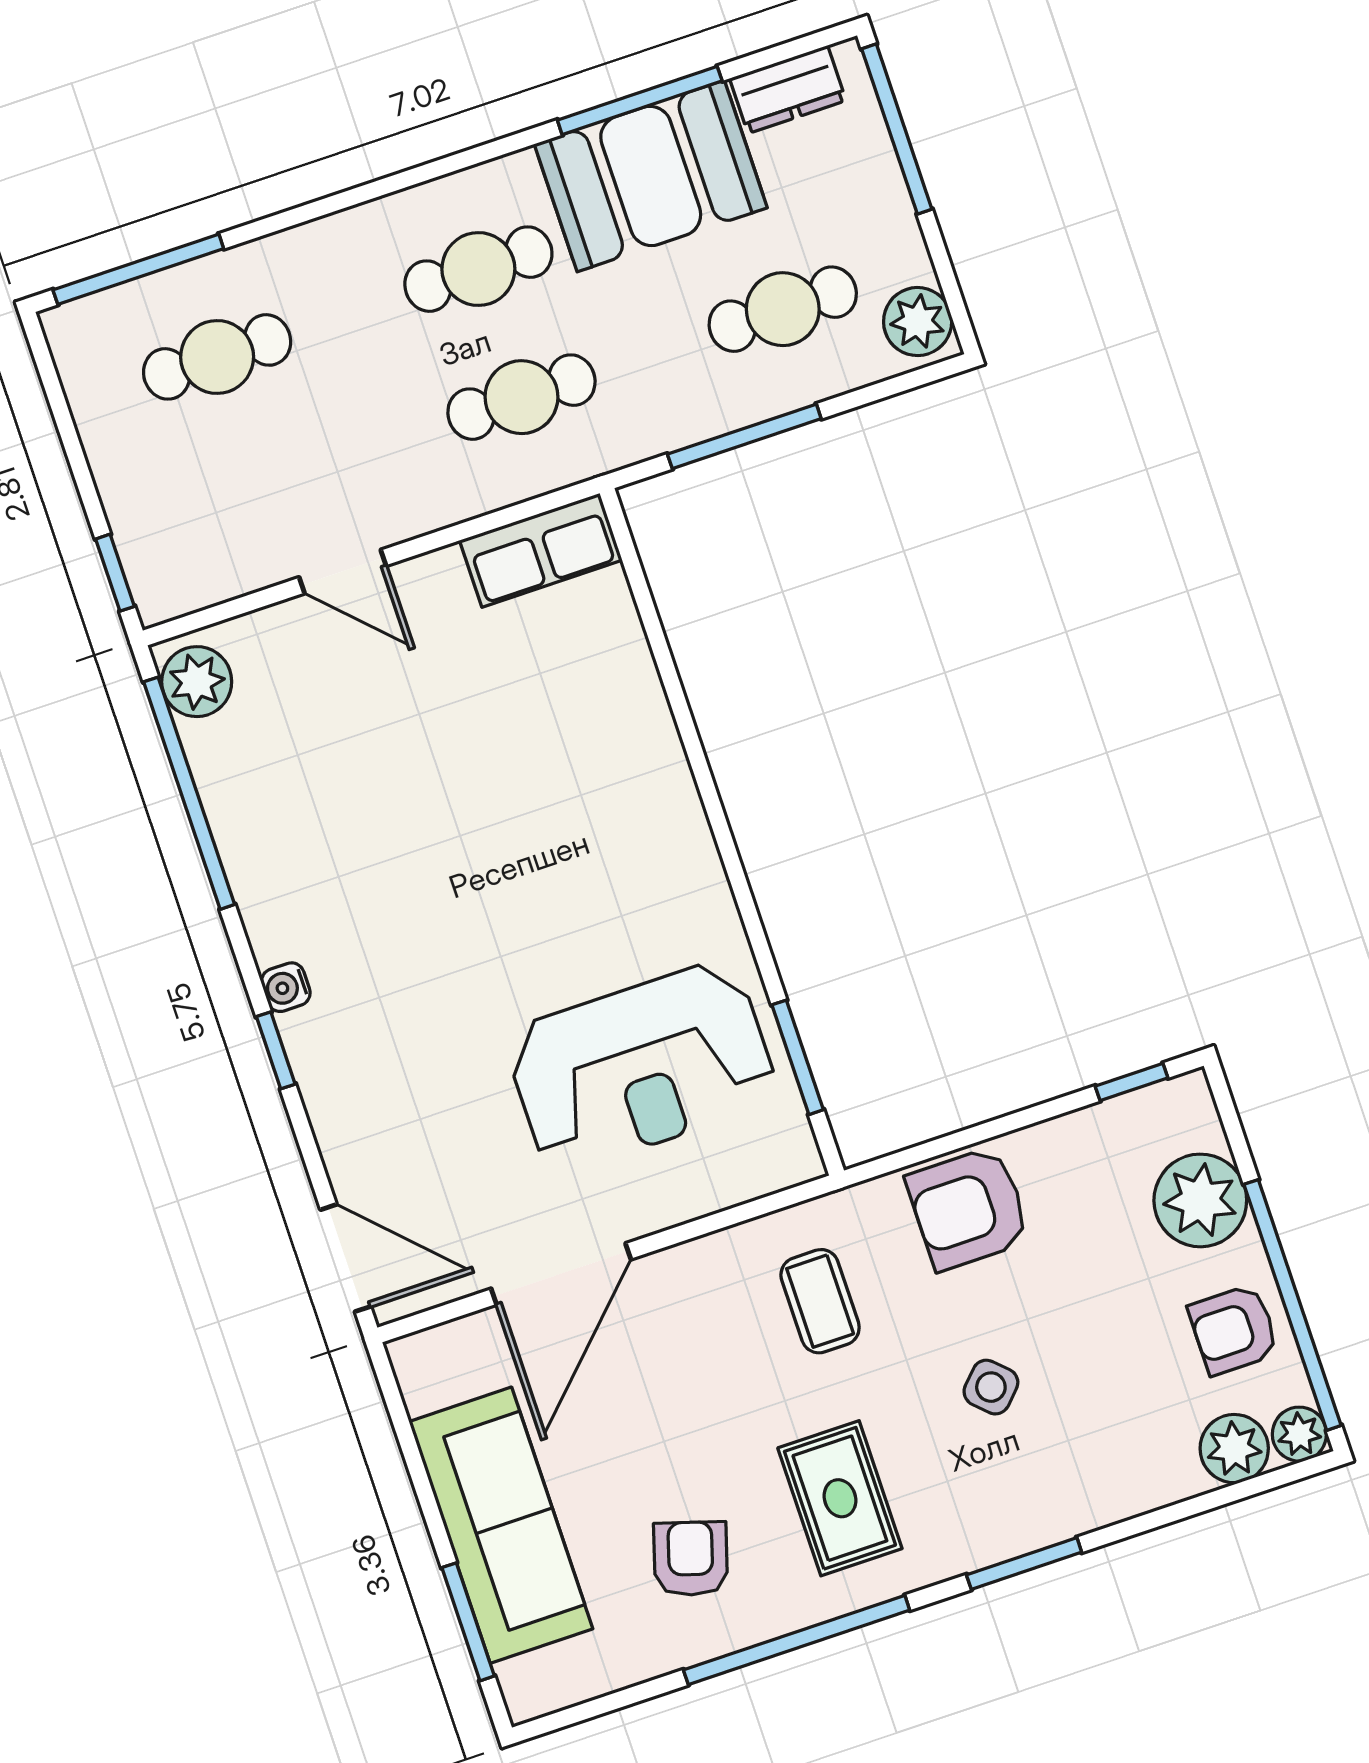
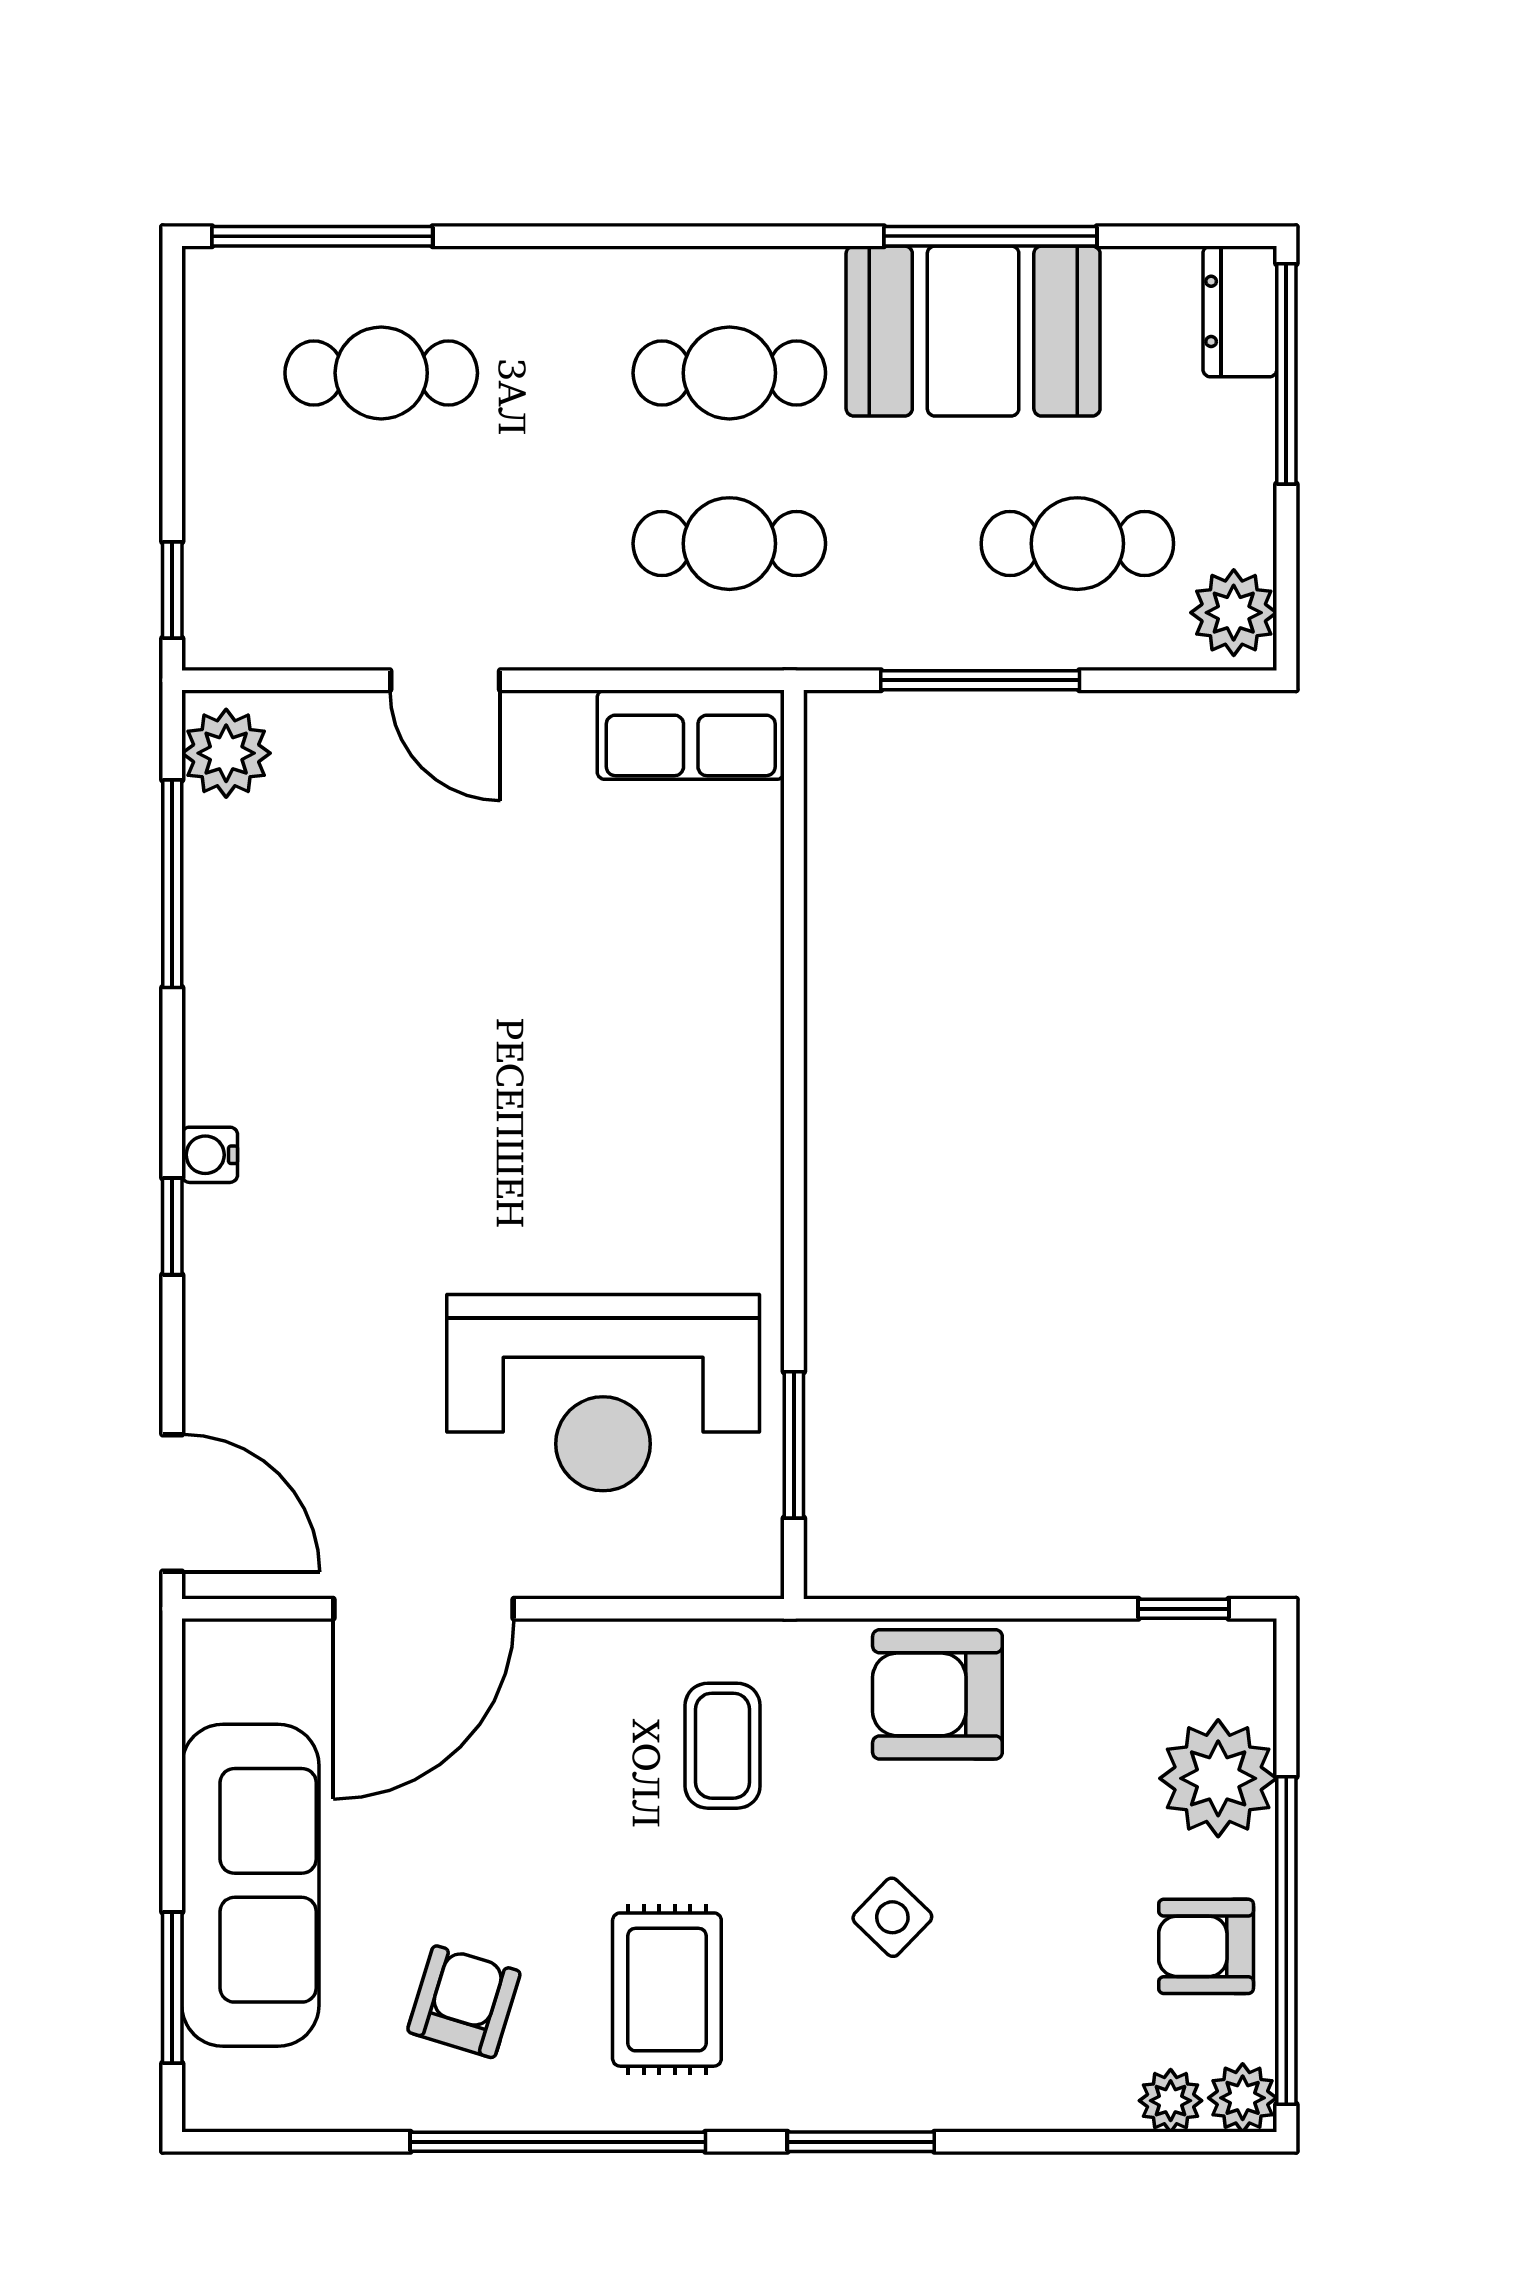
dresser: (788, 90) -> (1240, 311), moved, turned 90
window: (189, 793) -> (172, 884), width x0.68
plant: (1234, 1449) -> (1171, 2101), width x0.73, depth x0.73

